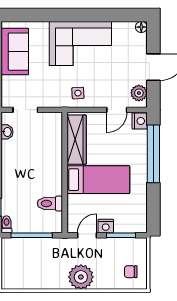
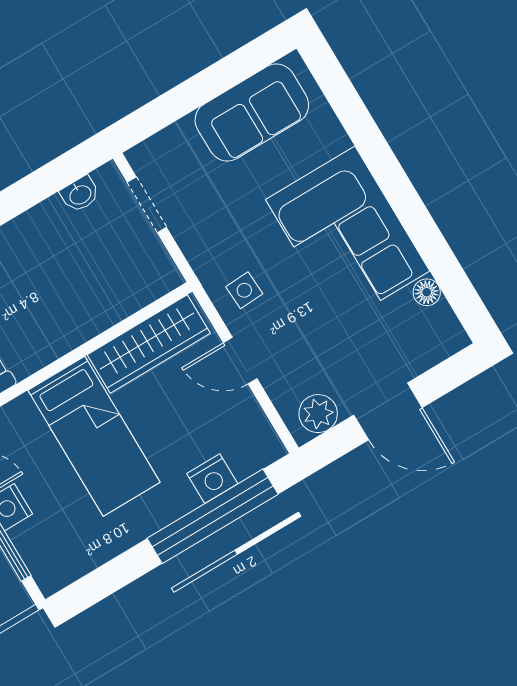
floor lamp: (141, 27) -> (427, 292), moved
door: (117, 110) -> (240, 361), moved
nightstand: (140, 121) -> (212, 479), moved

